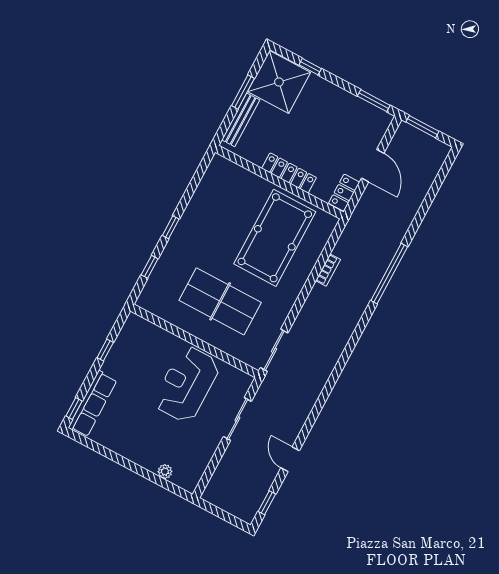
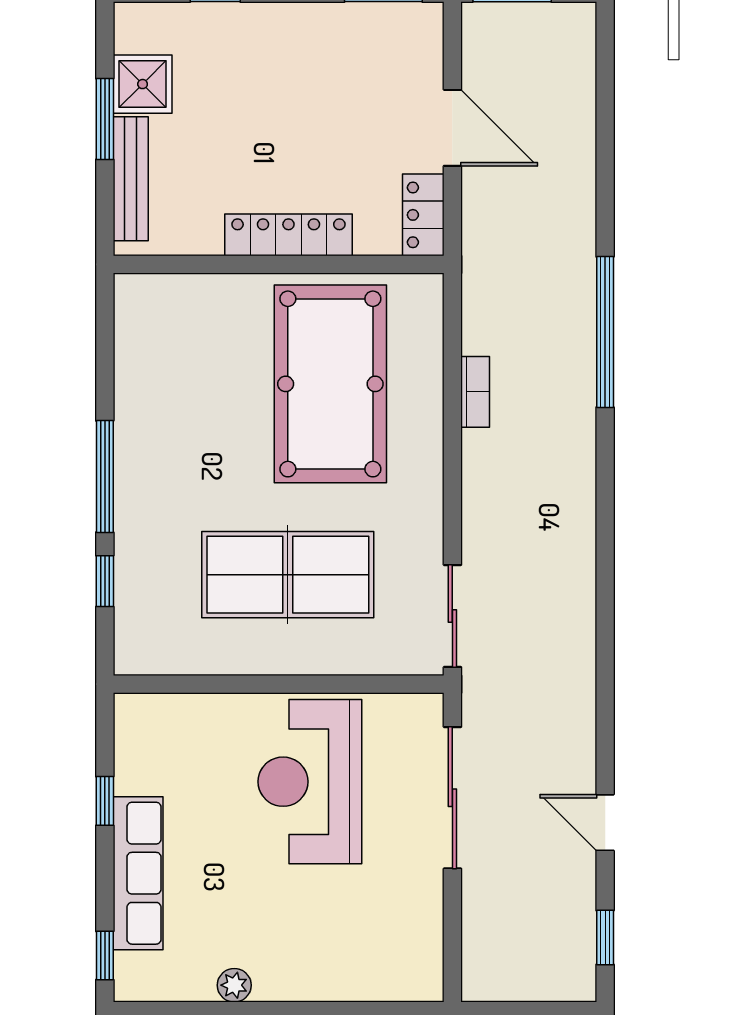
shower: (279, 82) -> (143, 84), width x0.54, depth x0.54
window: (171, 227) -> (105, 476), width x2.17
row of seats: (93, 404) -> (138, 873), moved
sliding door: (237, 419) -> (452, 798), width x1.37
plant: (165, 472) -> (234, 985), moved

